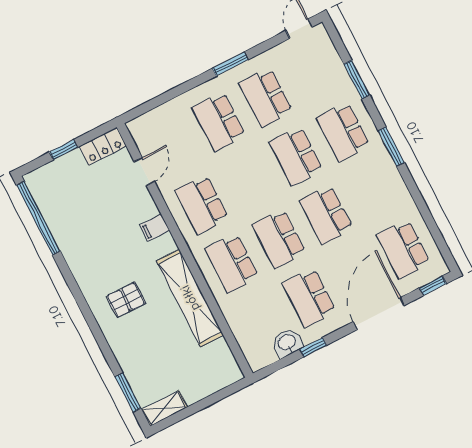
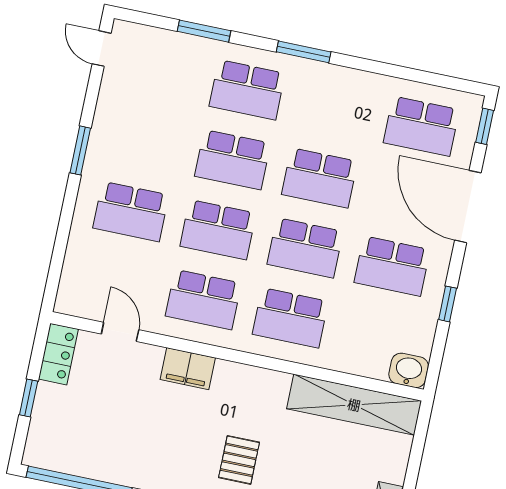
school desk: (266, 97) -> (218, 230), moved
filing cabinet: (155, 228) -> (188, 369), width x2.00
shelving: (190, 298) -> (354, 405), moved
washbasin: (287, 343) -> (409, 370), moved, turned 90

